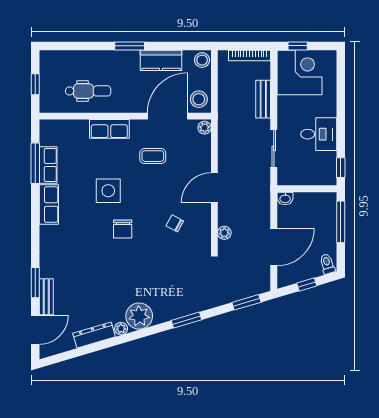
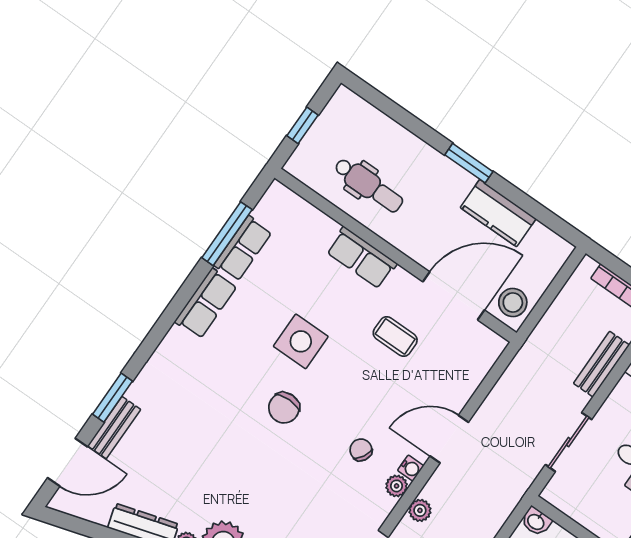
stool: (202, 60) -> (555, 252), removed
plant: (205, 128) -> (397, 486), moved
water cooler: (205, 215) -> (411, 468), added

